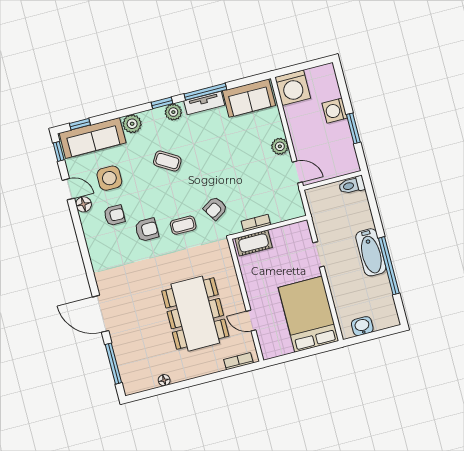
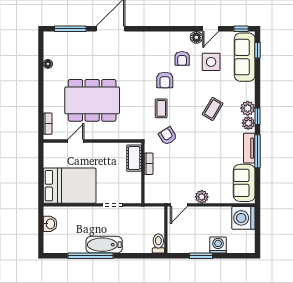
plant: (132, 124) -> (248, 108), moved

